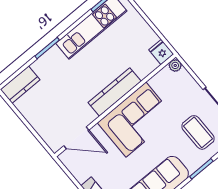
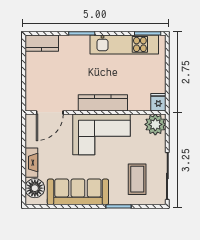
plant: (175, 65) -> (155, 124), width x1.88, depth x1.88
door: (76, 138) -> (50, 112), hinge flipped

